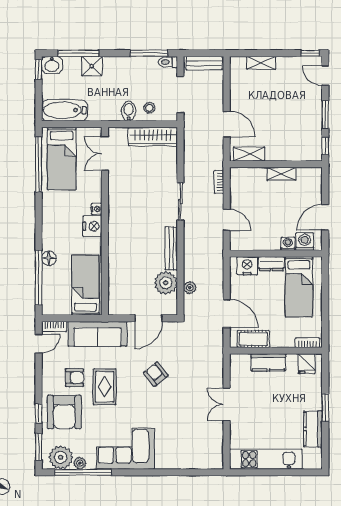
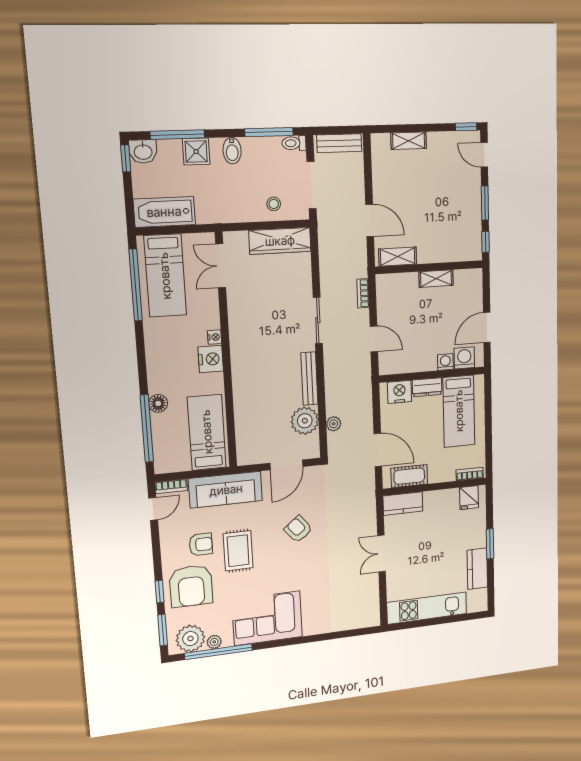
bidet: (129, 111) -> (232, 151), moved, turned 180
kitchen counter: (268, 362) -> (403, 504), moved

